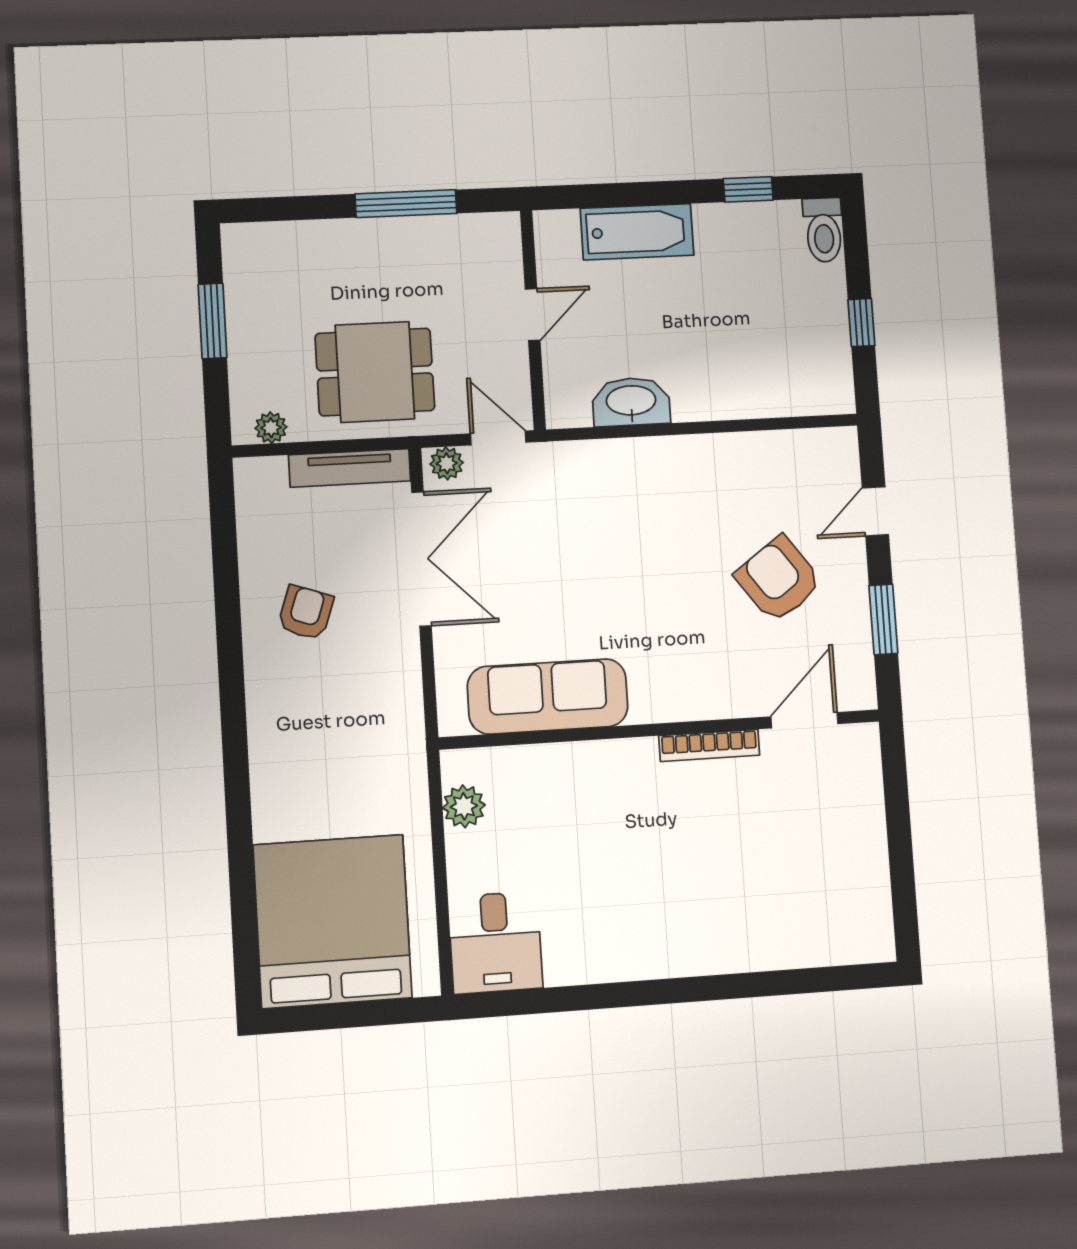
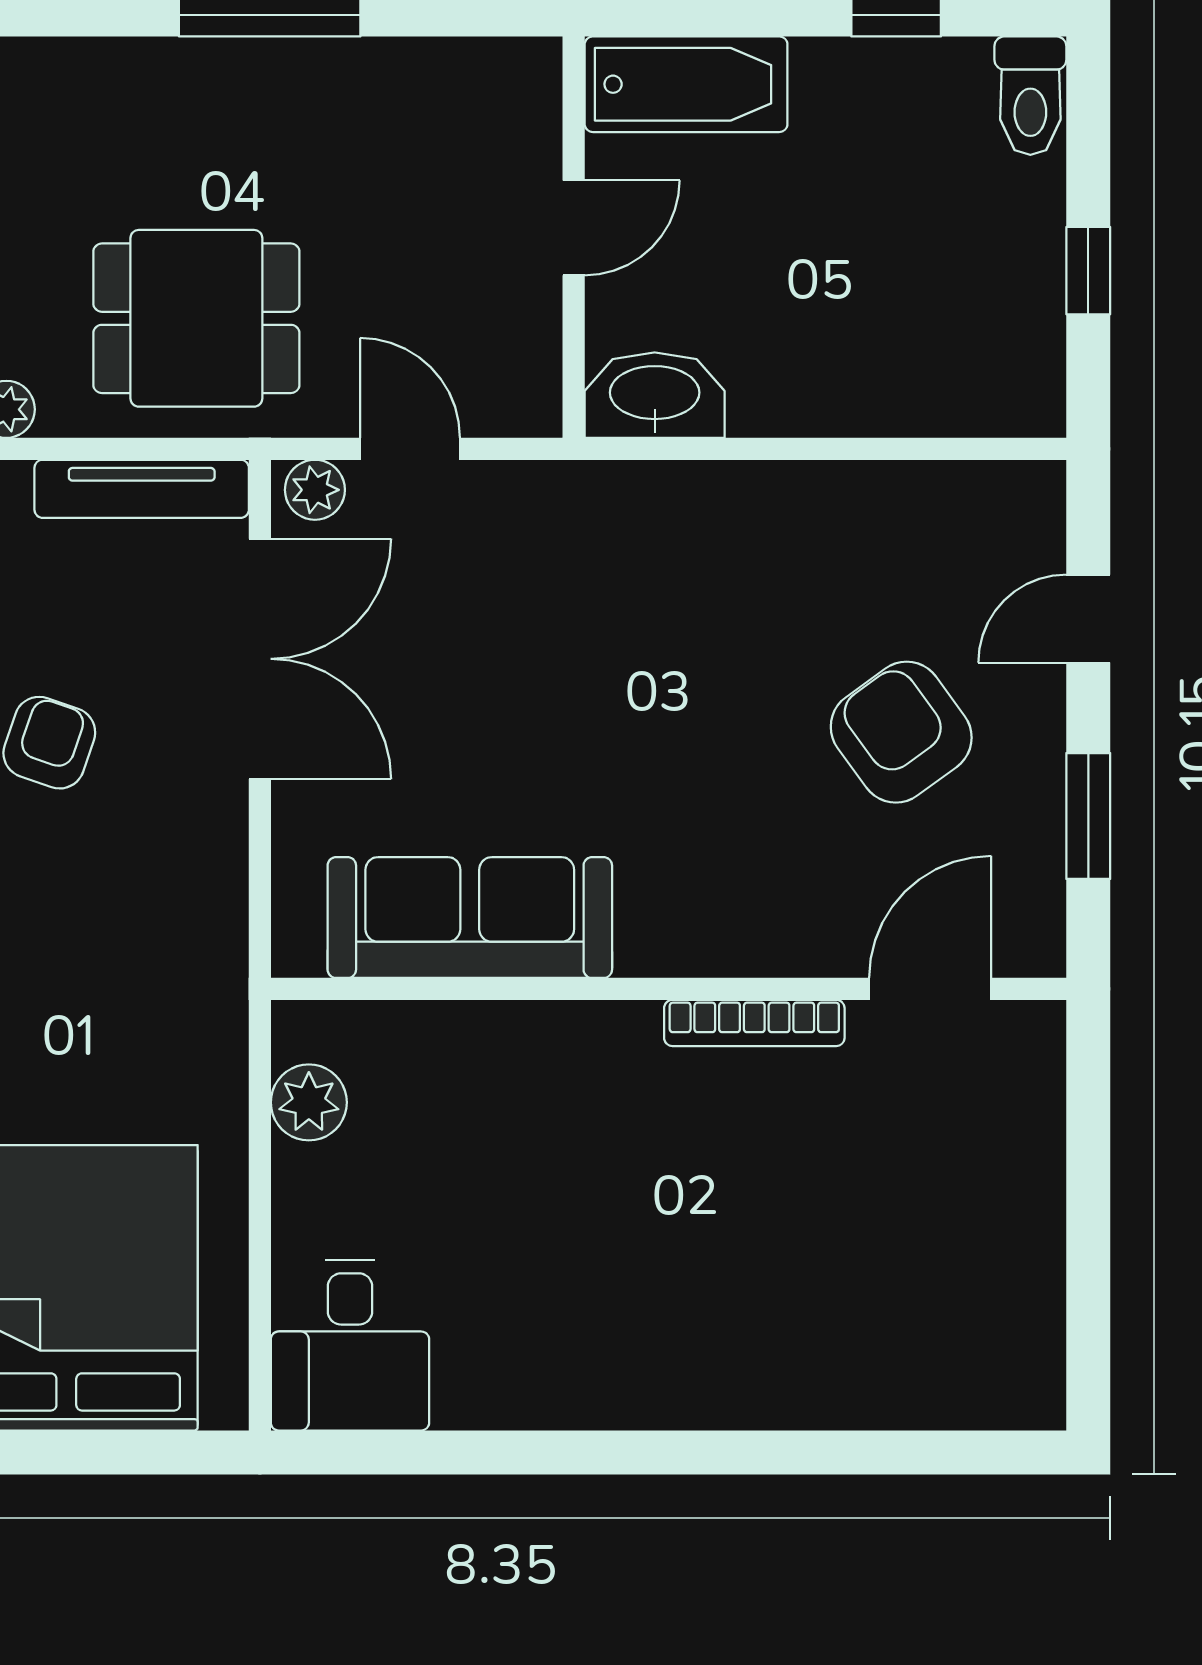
door: (533, 315) -> (574, 228), moved
wall: (533, 320) -> (574, 237), moved

